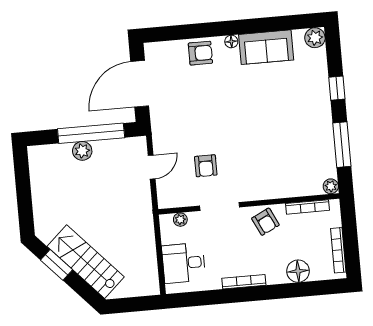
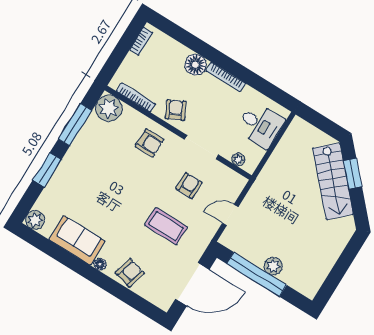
armchair: (200, 53) -> (130, 273), turned 105
window: (337, 88) -> (47, 170), width x1.50
coffee table: (199, 116) -> (166, 226), added
armchair: (267, 177) -> (150, 143), added
plant: (331, 186) -> (109, 108), width x1.87, depth x1.87
bookcase: (338, 250) -> (141, 41), width x0.64
window: (57, 265) -> (352, 174), moved
floor lamp: (298, 271) -> (195, 65), moved

